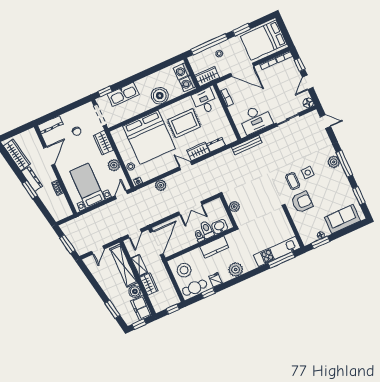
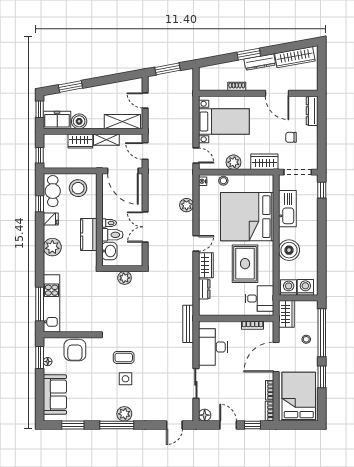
kitchen sink: (123, 94) -> (287, 209), moved, turned 180
armchair: (302, 202) -> (75, 350), moved
shelving: (124, 266) -> (122, 122), width x0.68

